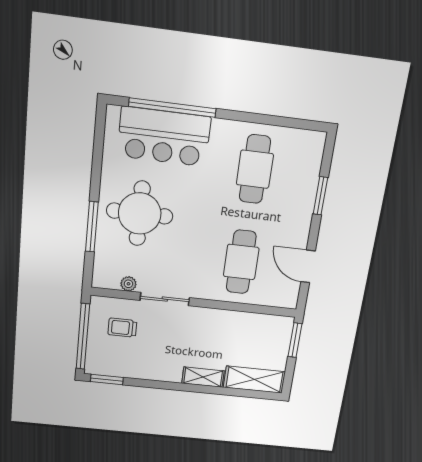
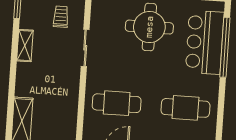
plant: (128, 284) -> (96, 20), removed
shelving: (203, 377) -> (25, 46), moved

